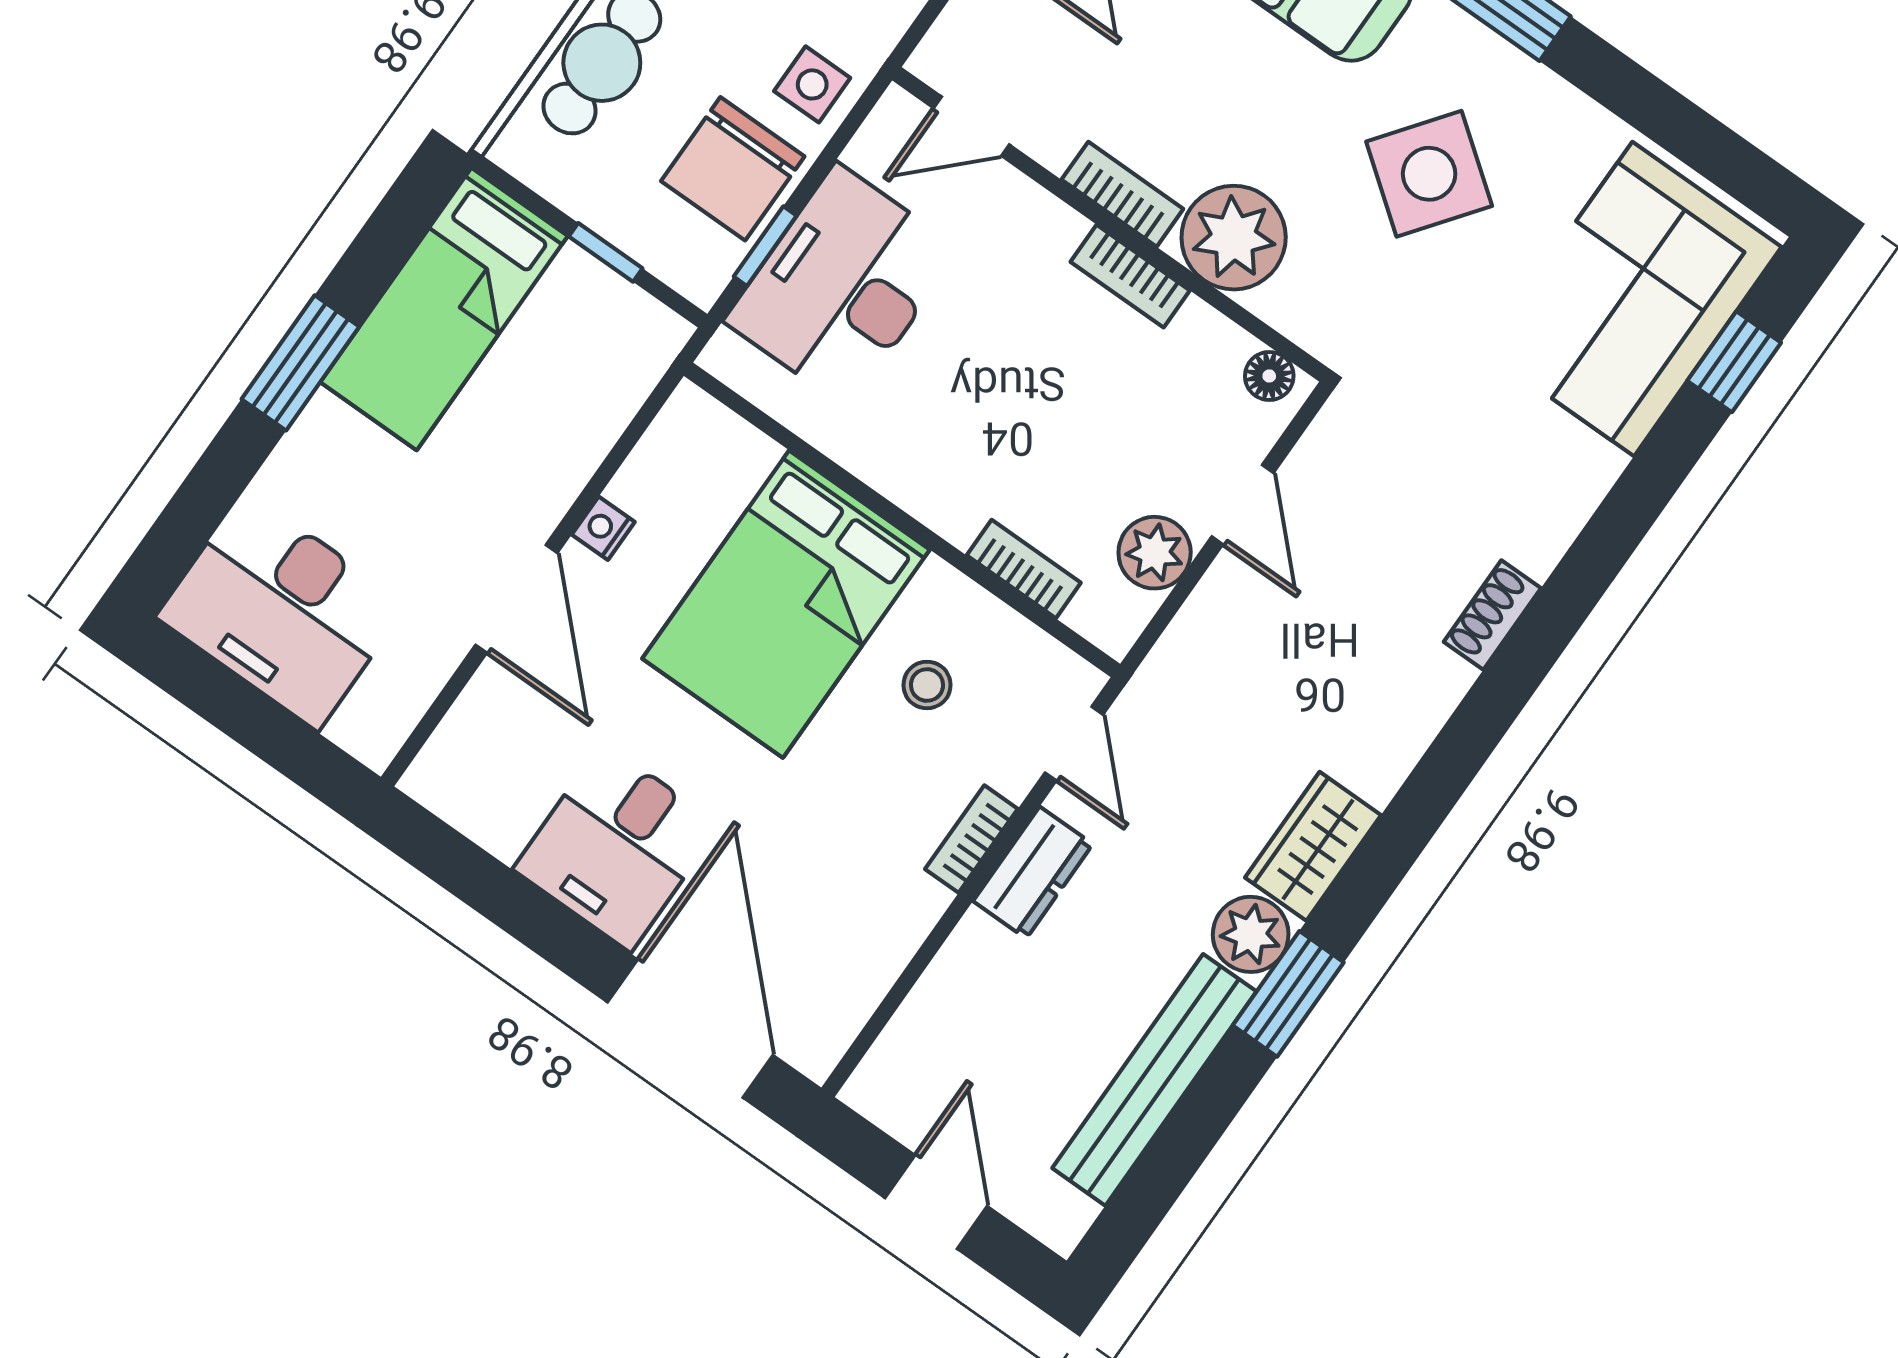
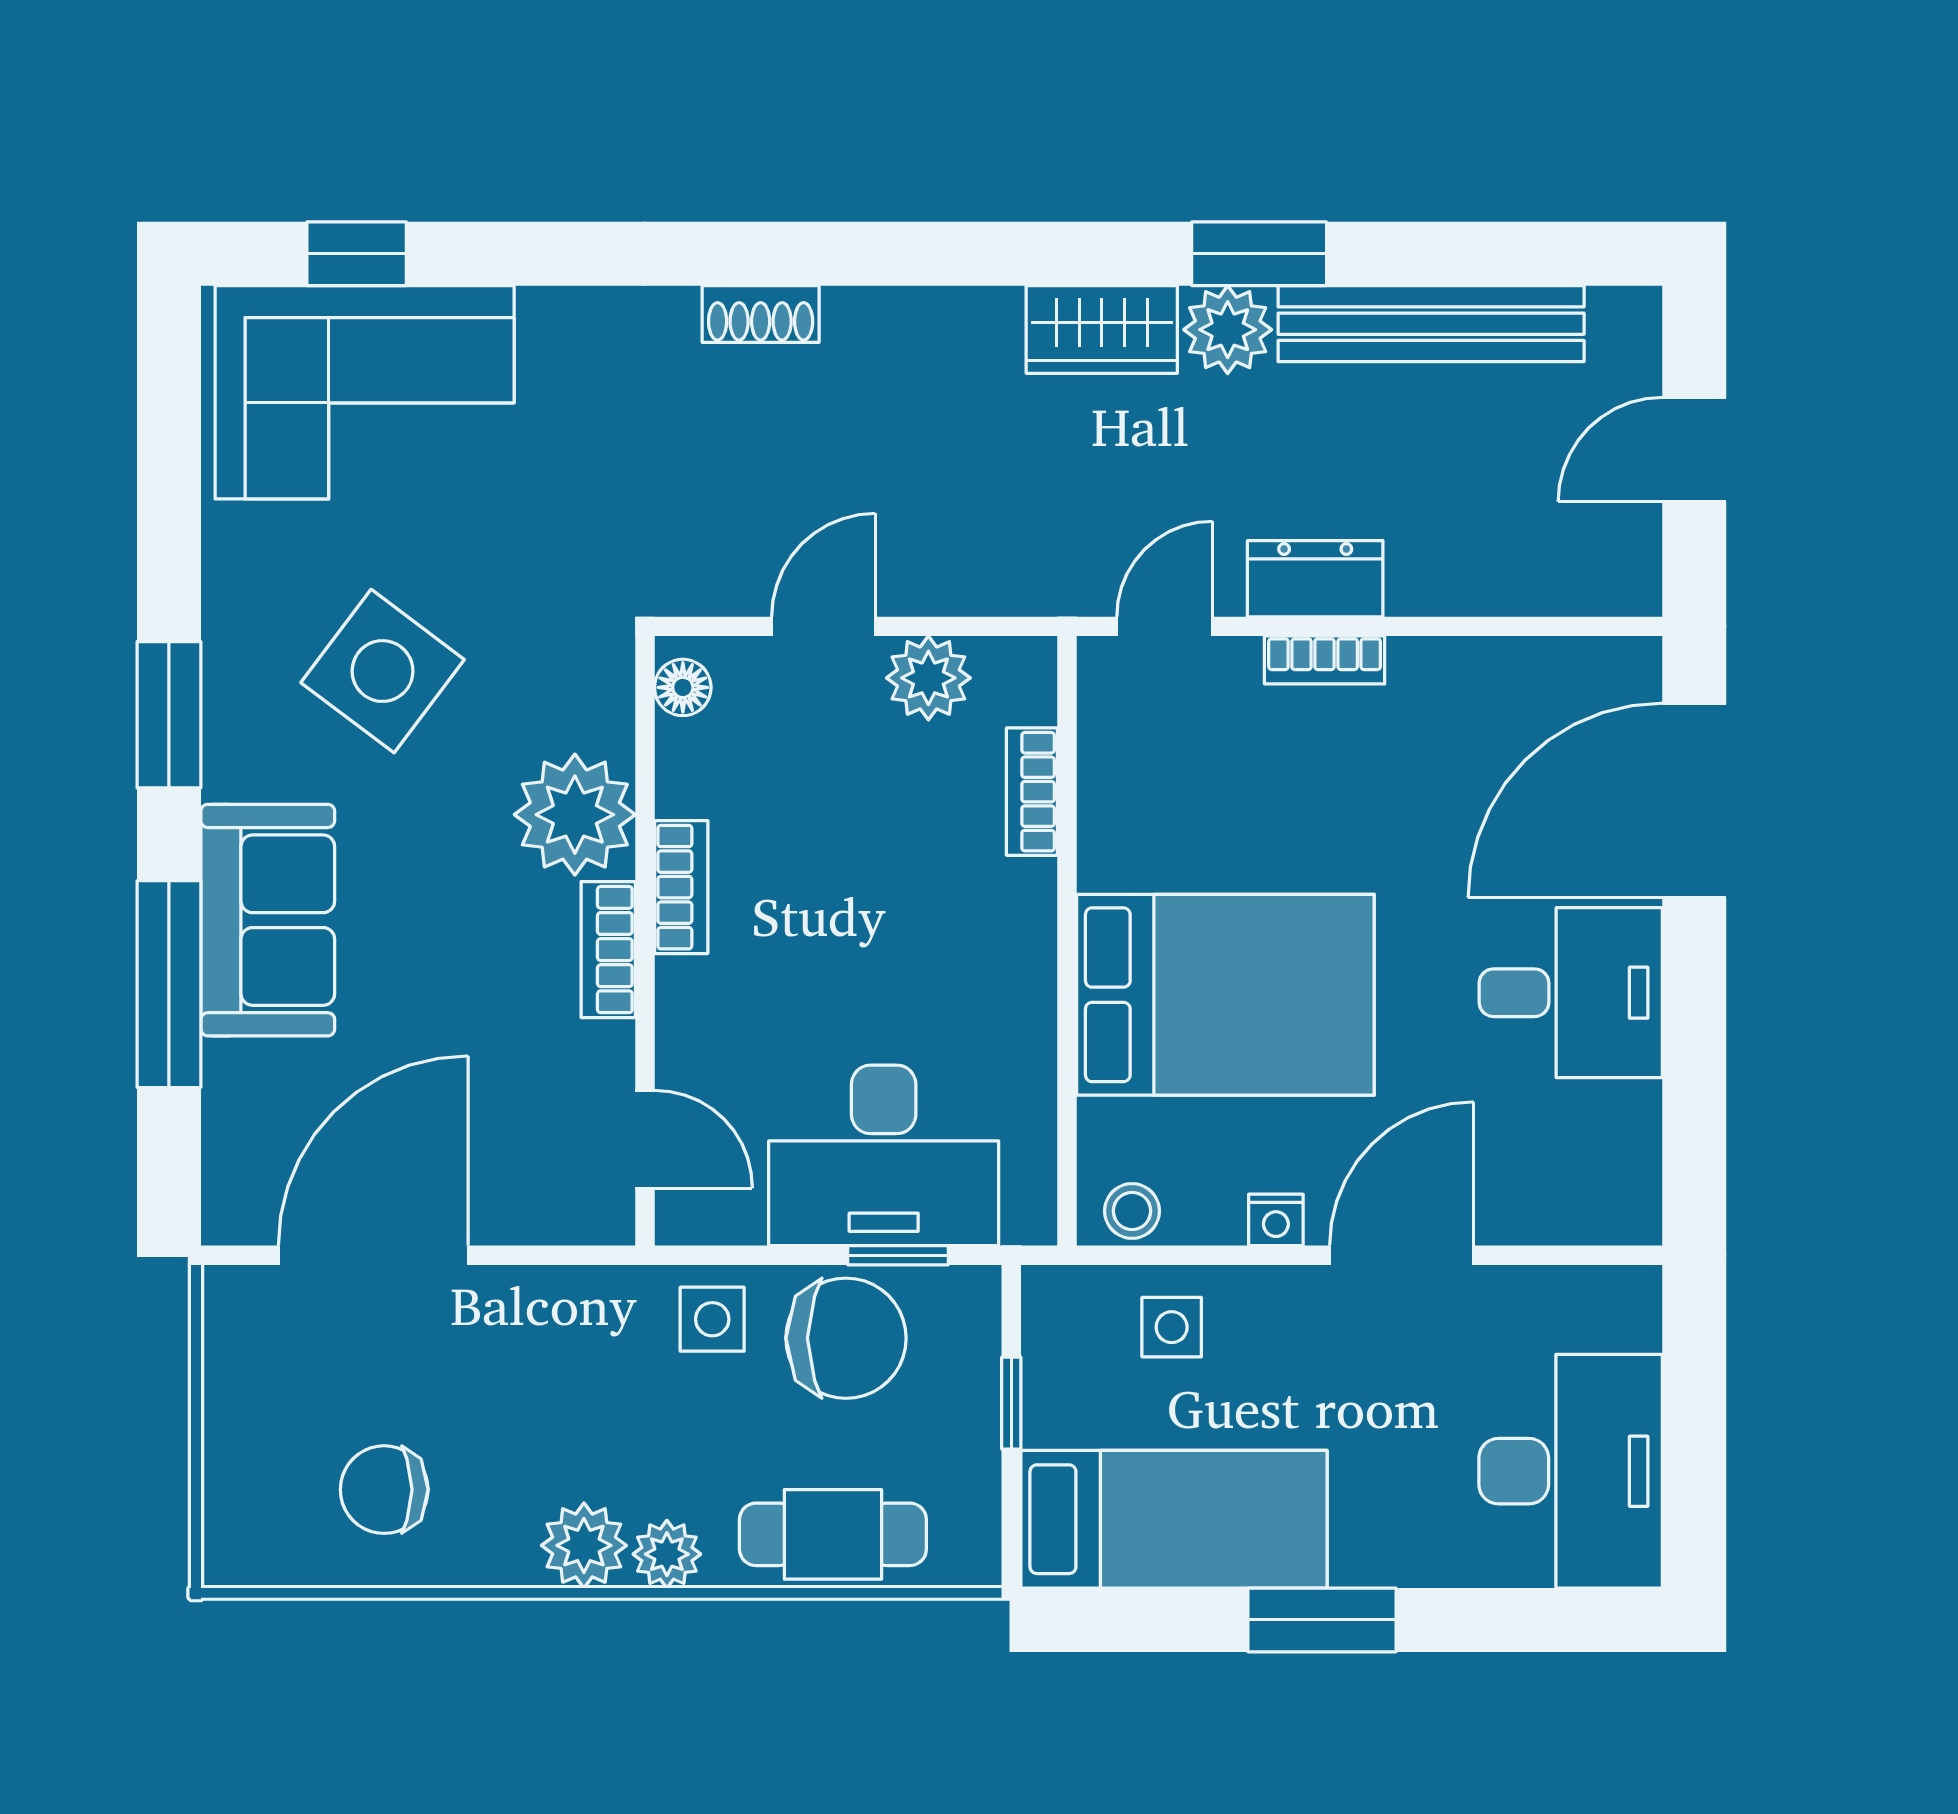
side table: (580, 402) -> (1172, 1327), added
stool: (927, 685) -> (1132, 1211), moved

